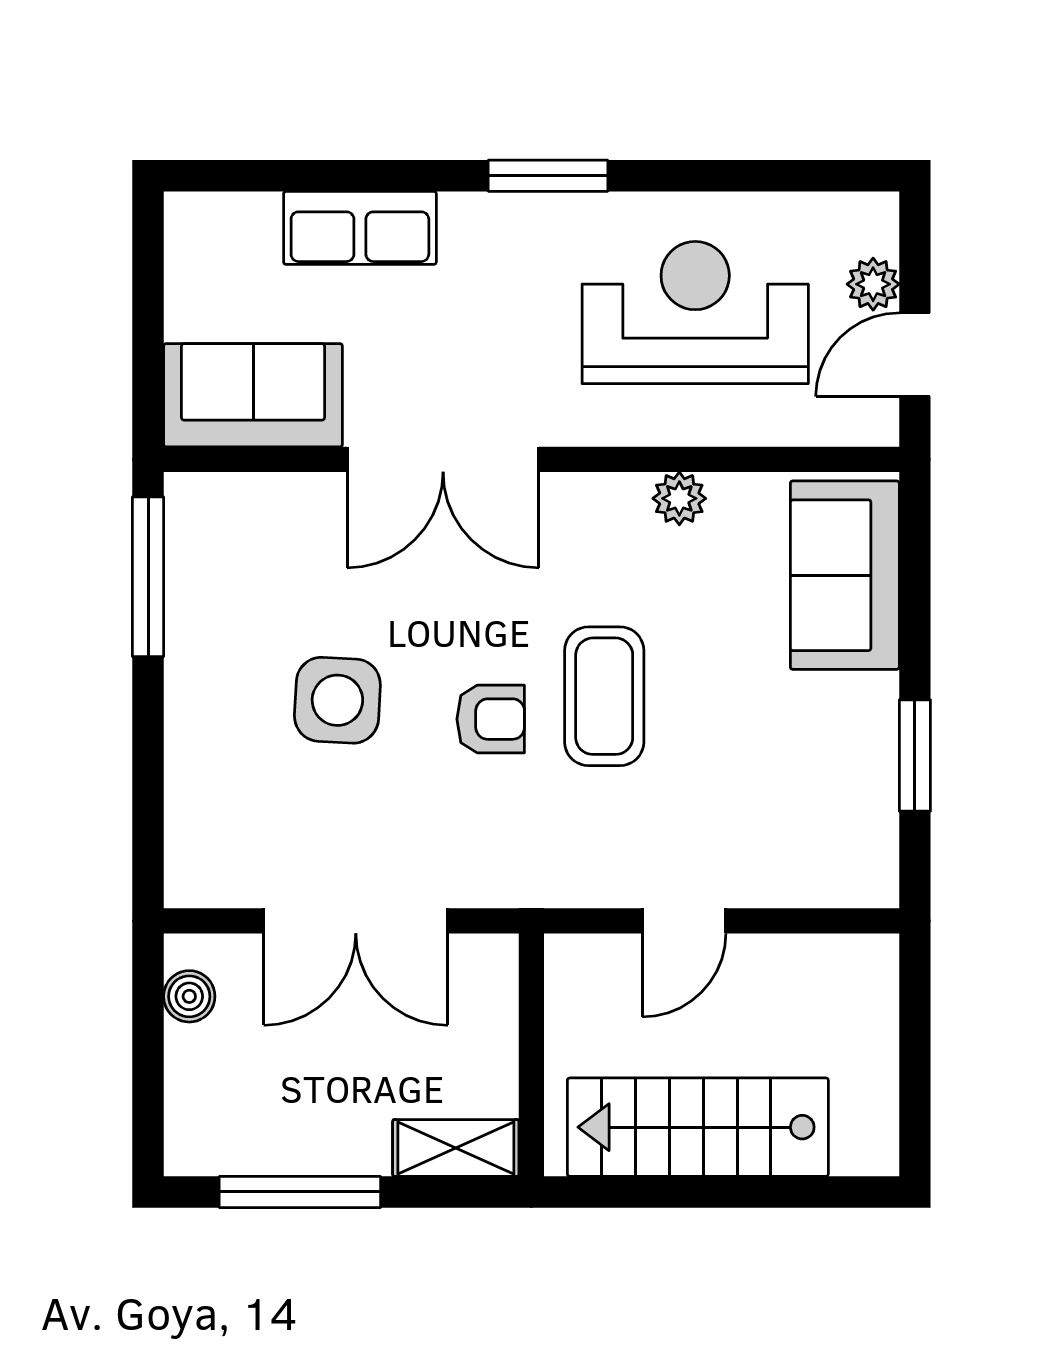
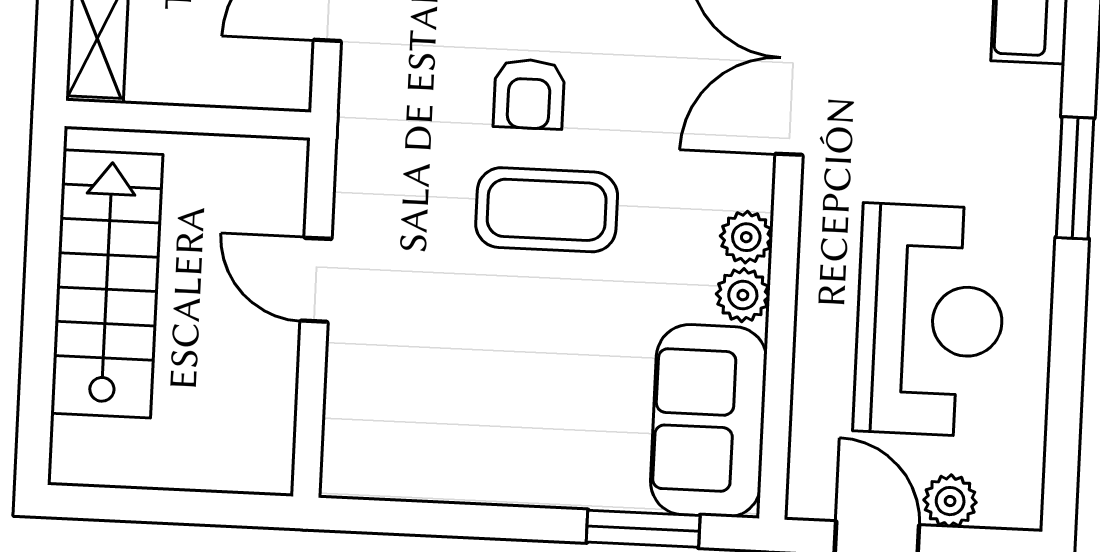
plant: (622, 498) -> (746, 237), added
sofa: (845, 575) -> (709, 421), moved, turned -90
window: (915, 755) -> (643, 529), moved

